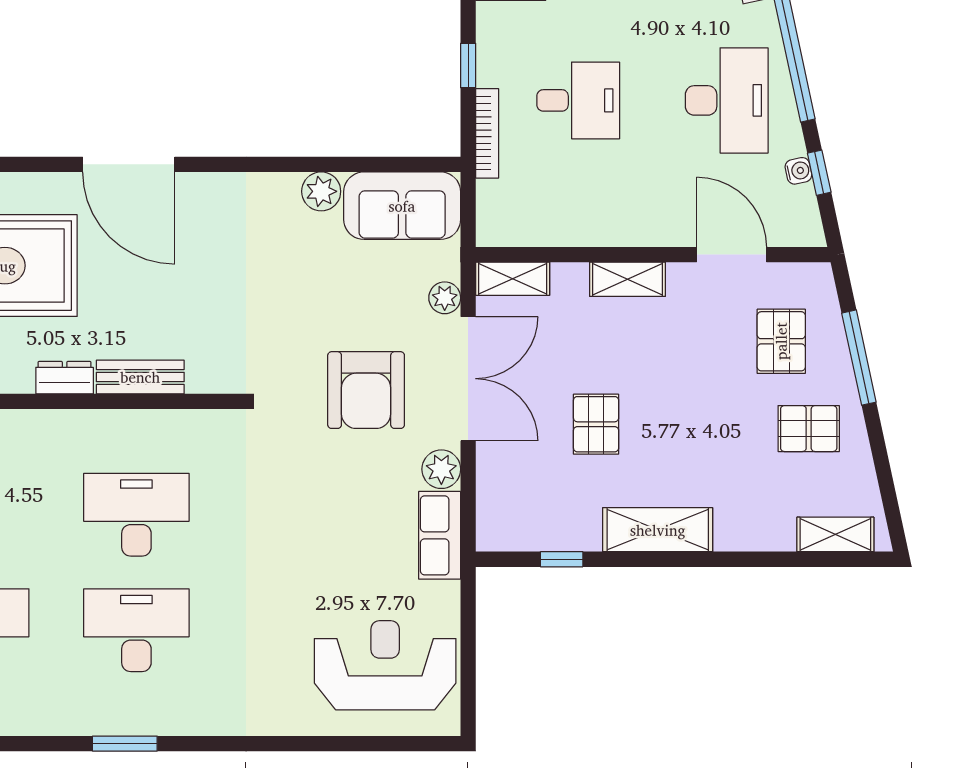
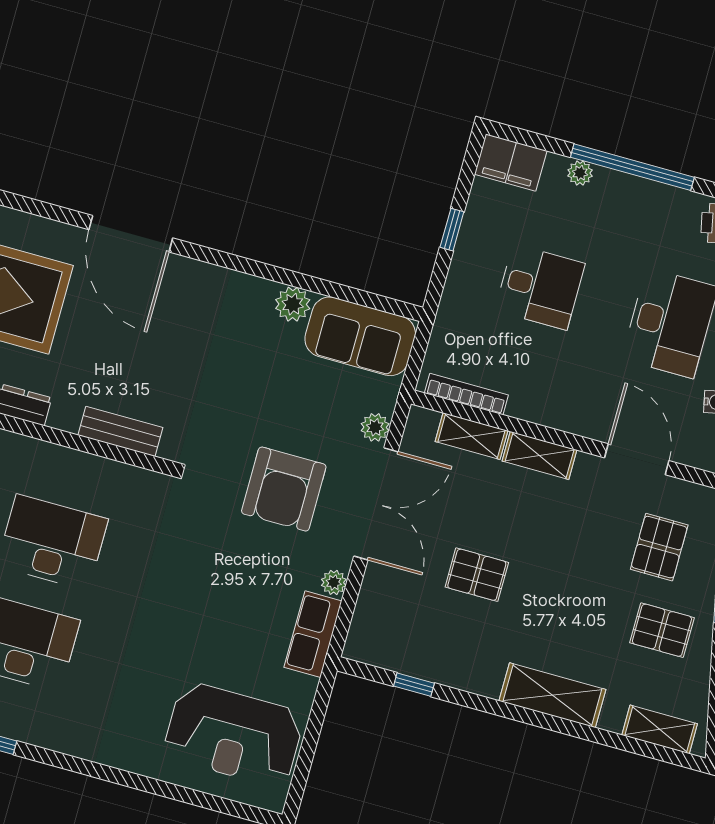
bookcase: (487, 133) -> (466, 394), moved, turned -90
shelving: (513, 279) -> (471, 436), moved
bench: (140, 377) -> (120, 431), moved
pallet: (596, 424) -> (477, 575), turned 90
plant: (441, 469) -> (334, 582), width x0.73, depth x0.73
shelving: (658, 530) -> (552, 695), moved
reception desk: (385, 665) -> (234, 735), turned 180

